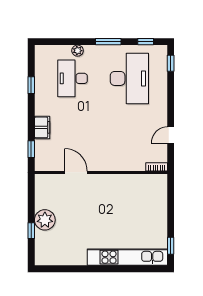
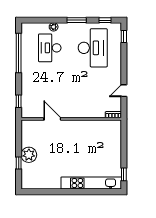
window: (31, 85) -> (19, 53), width x3.17
filing cabinet: (42, 127) -> (27, 85), removed

